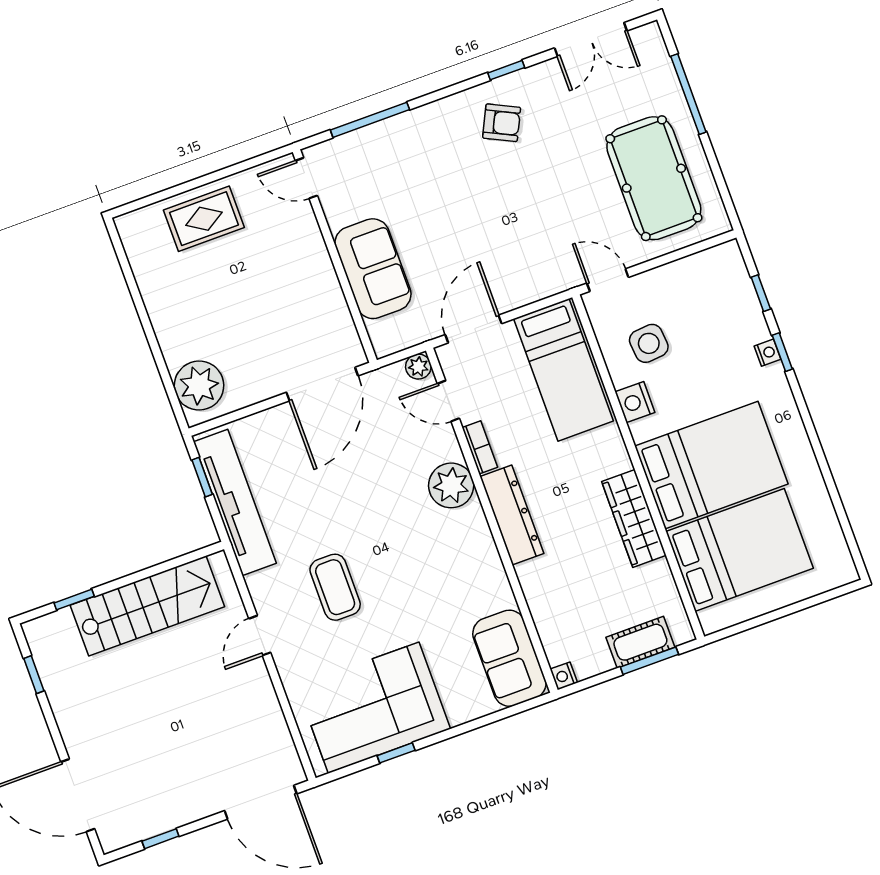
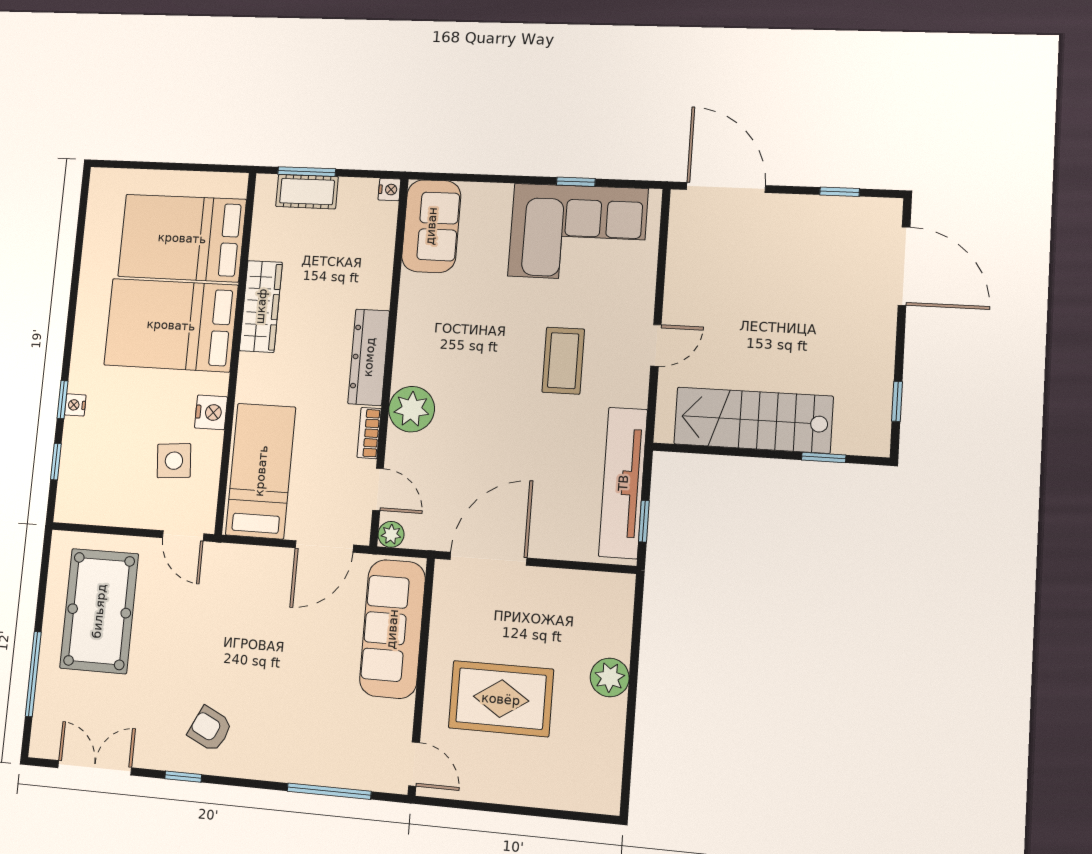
rug: (204, 219) -> (501, 699), moved, width x1.36, depth x1.43
sofa: (373, 269) -> (392, 629), width x1.36
plant: (199, 386) -> (610, 677), moved, width x0.73, depth x0.73

